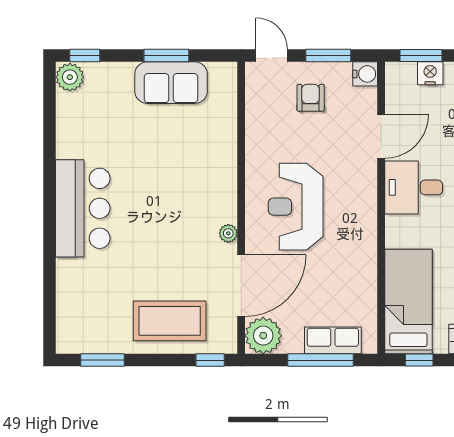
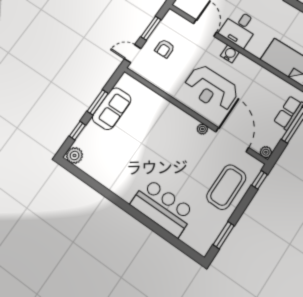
window: (85, 56) -> (77, 131), moved
water cooler: (365, 74) -> (230, 54), moved
armchair: (311, 98) -> (165, 49), turned -90
bar counter: (83, 208) -> (163, 208), moved
plant: (263, 336) -> (266, 152), width x0.53, depth x0.53

